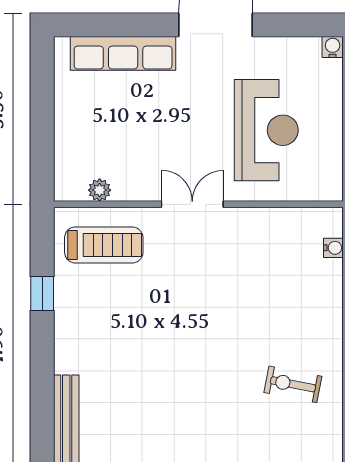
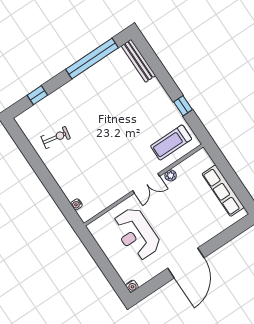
row of seats: (123, 53) -> (223, 191), moved, turned -90
plant: (100, 190) -> (171, 175), moved

